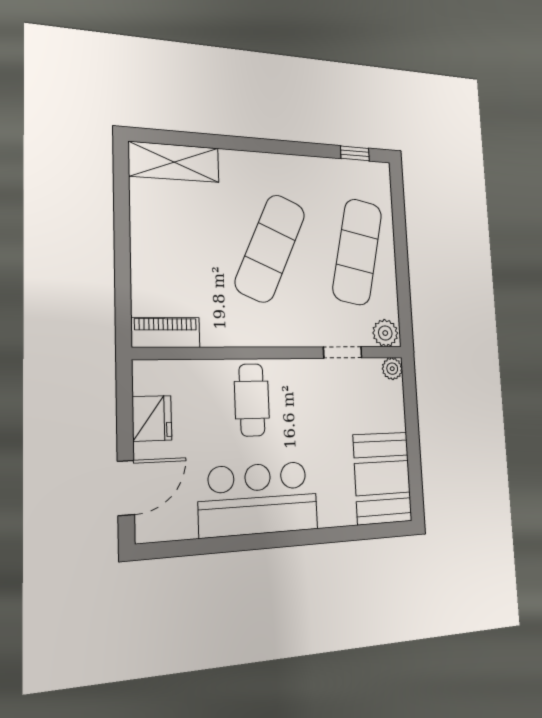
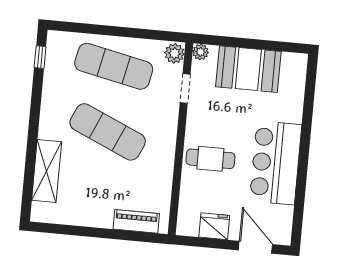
shelving: (174, 162) -> (47, 171), moved
piano: (166, 332) -> (136, 221), moved, turned 90
booth: (382, 478) -> (248, 69), moved

